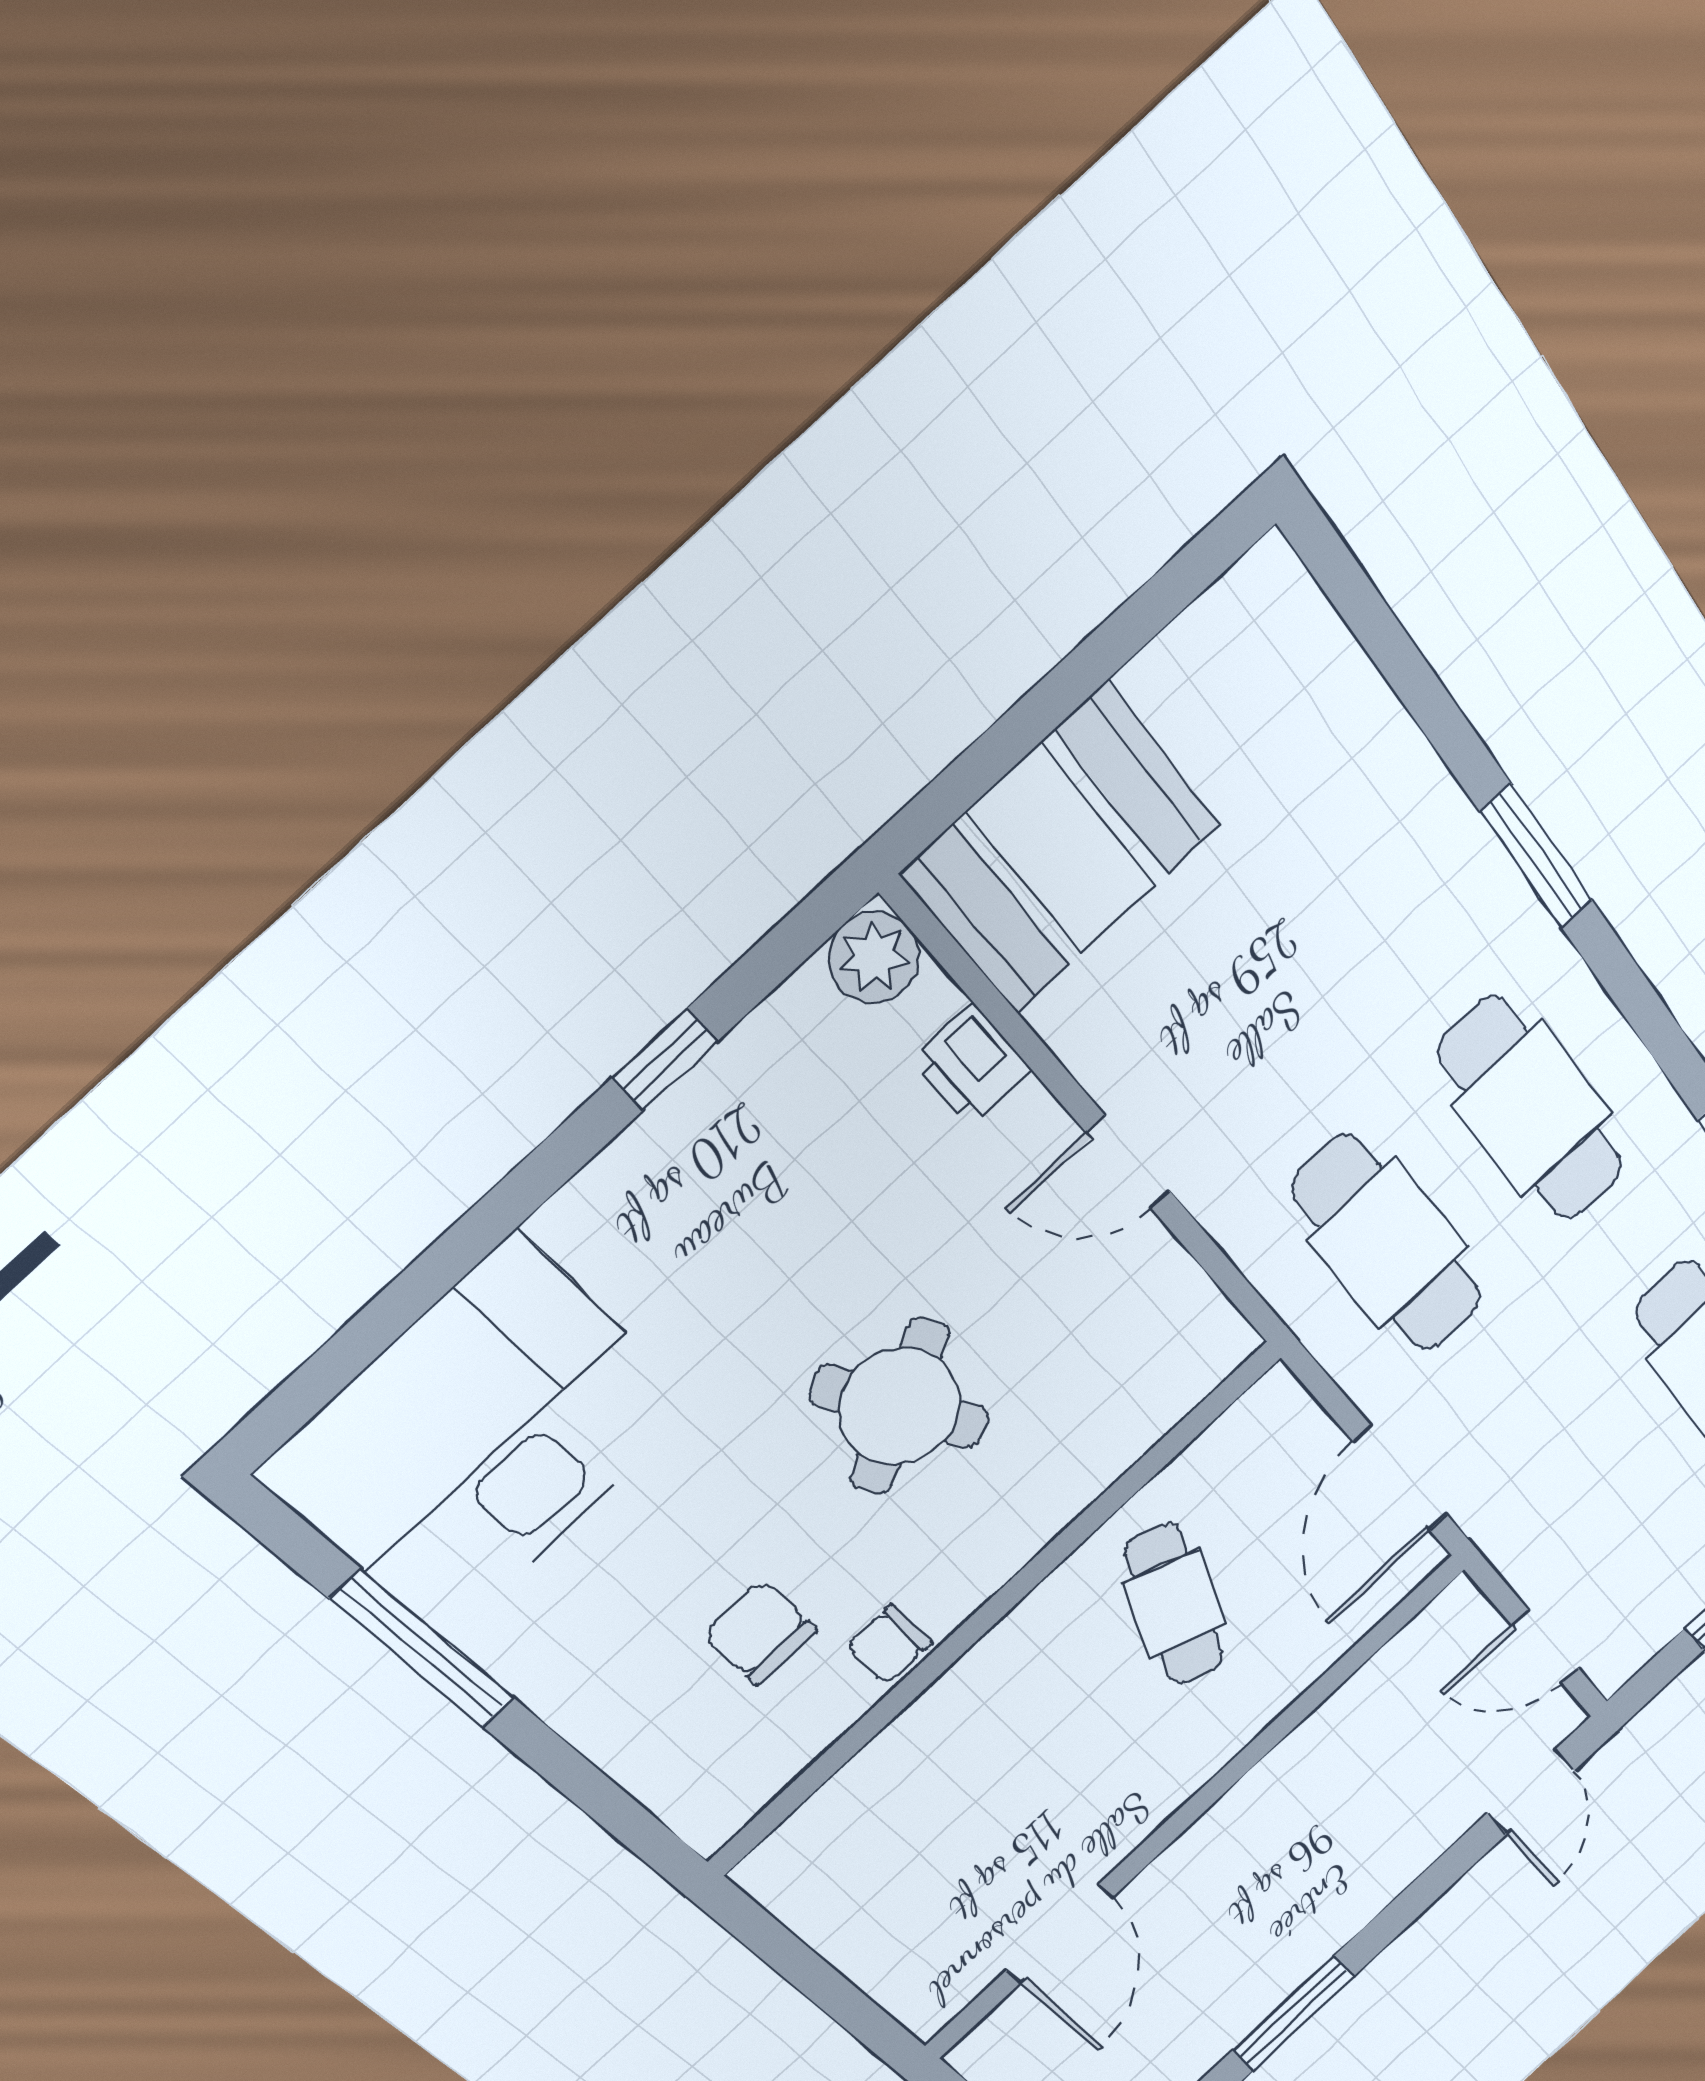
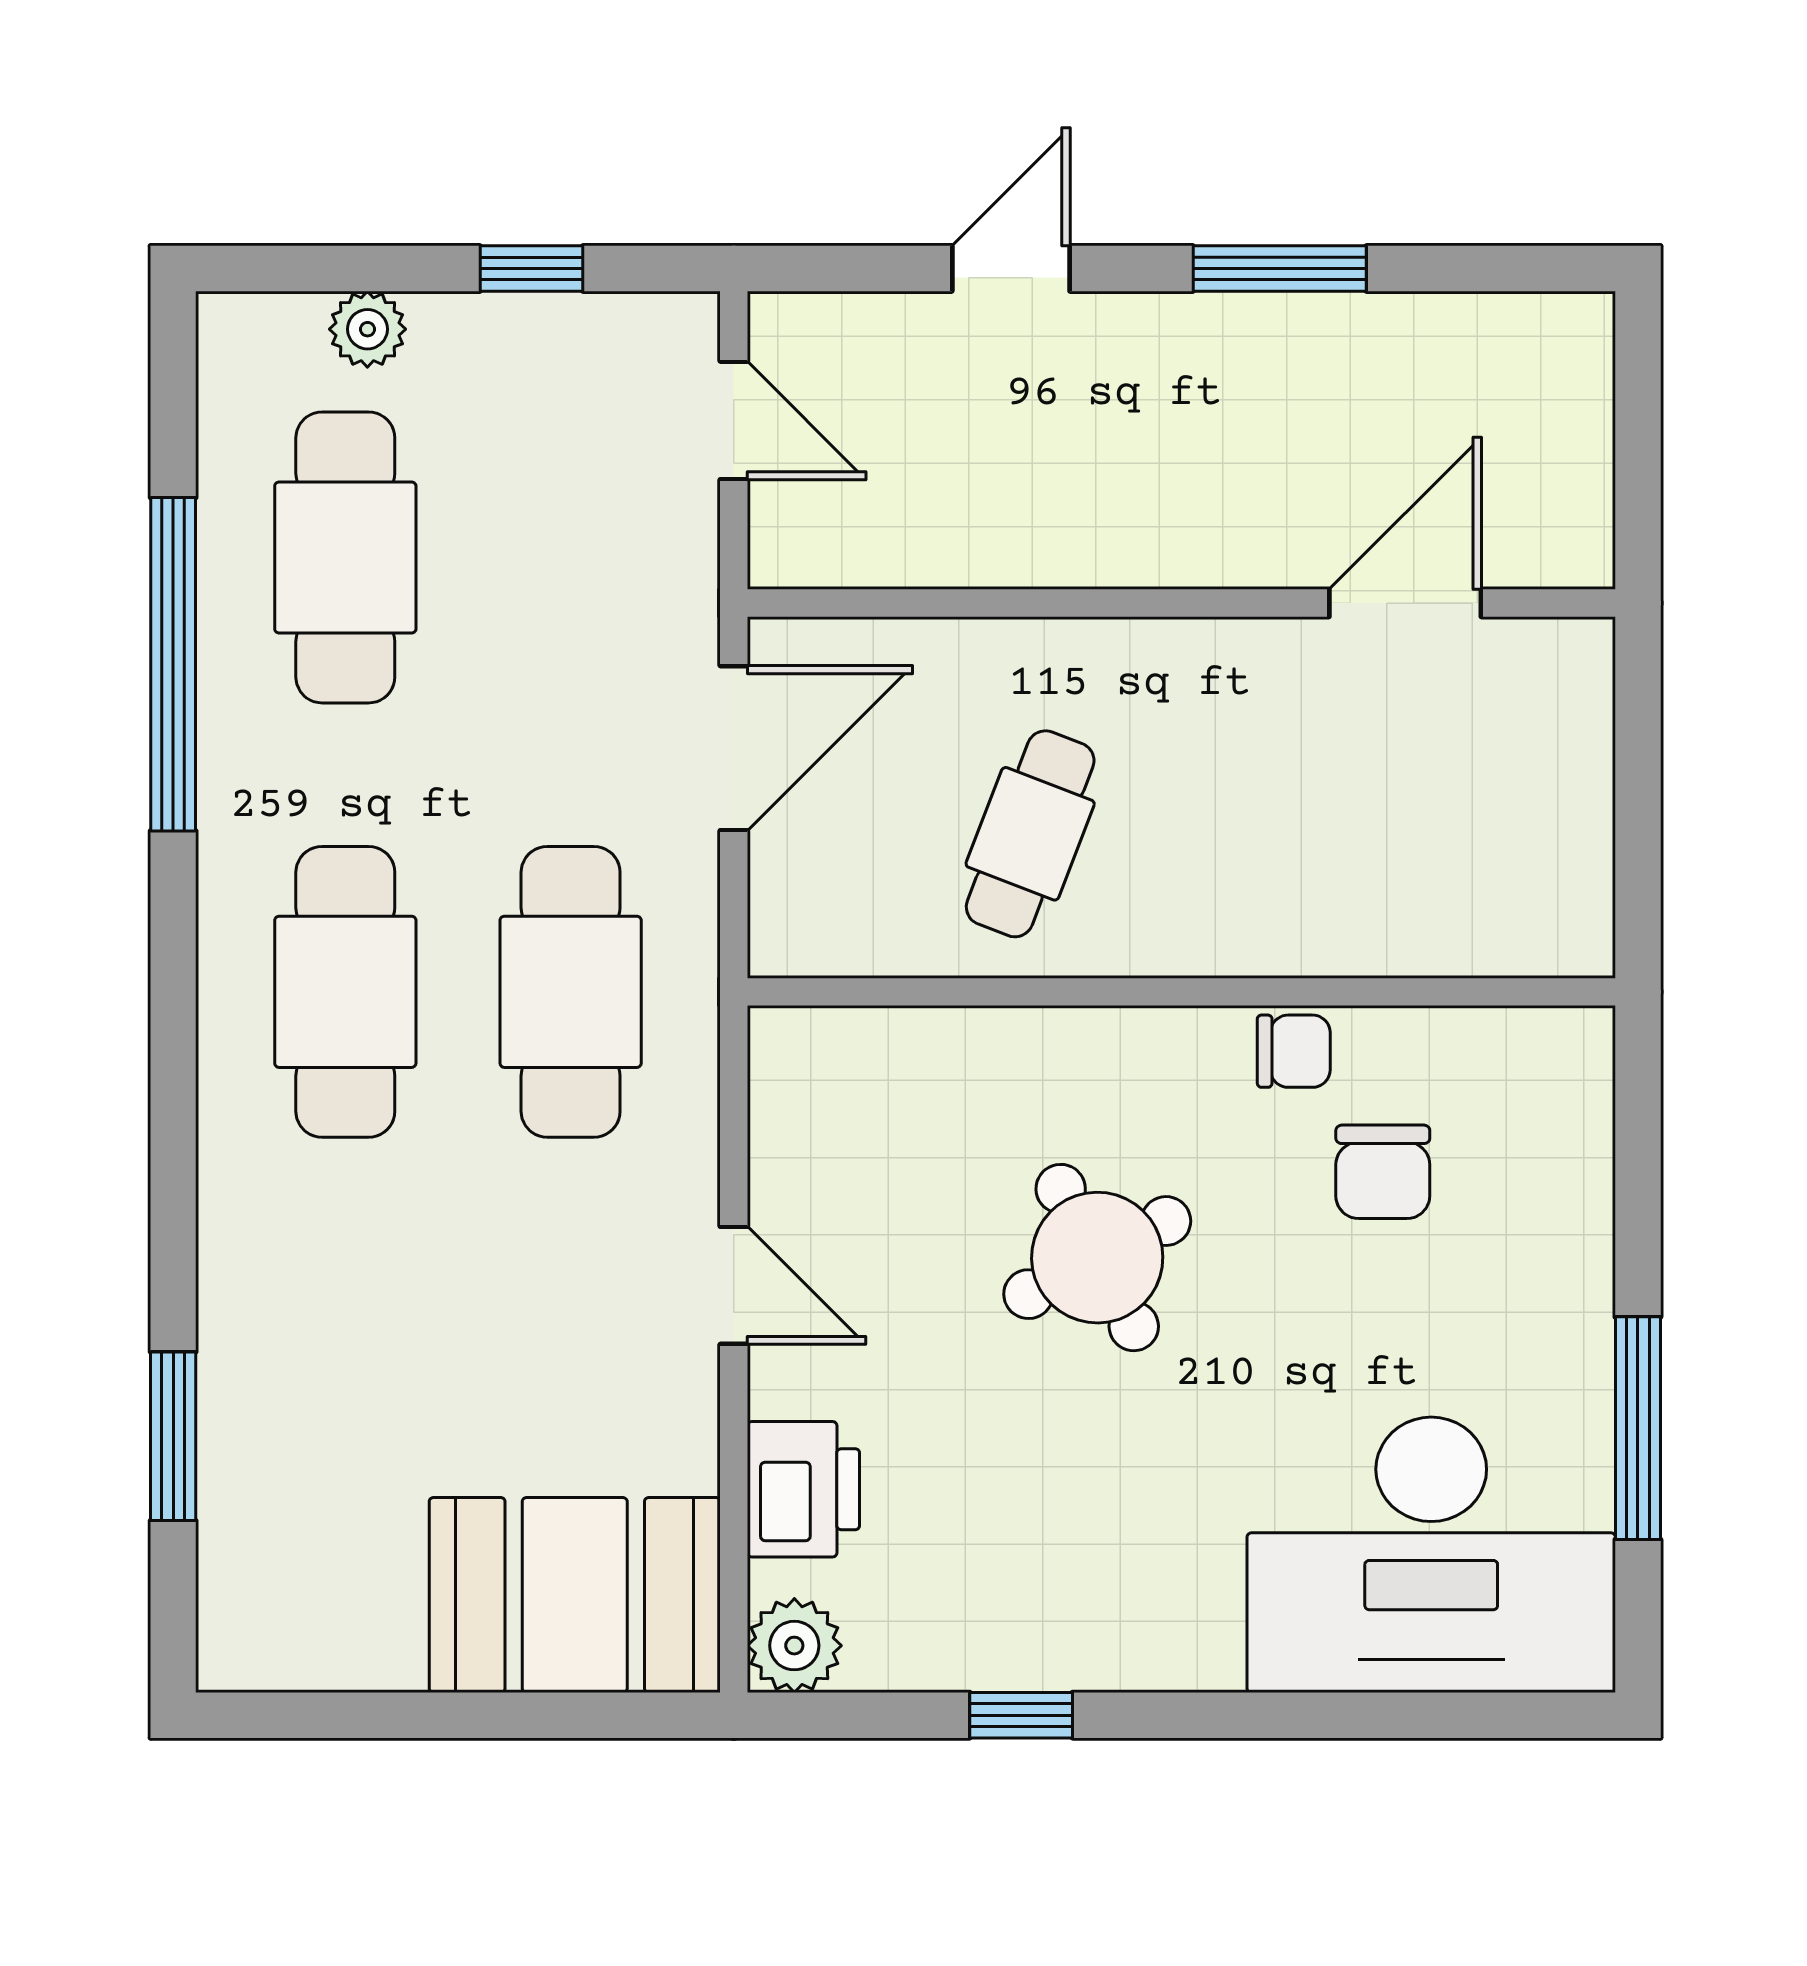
window: (1536, 856) -> (173, 1436), moved
printer: (971, 1065) -> (803, 1489), width x1.36, depth x1.24
door: (1531, 1792) -> (1011, 268), moved

